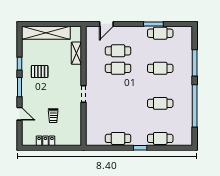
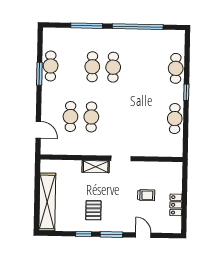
shelving: (76, 53) -> (96, 167), moved
cafe table: (160, 103) -> (113, 67), moved
door: (20, 114) -> (143, 235), hinge flipped

